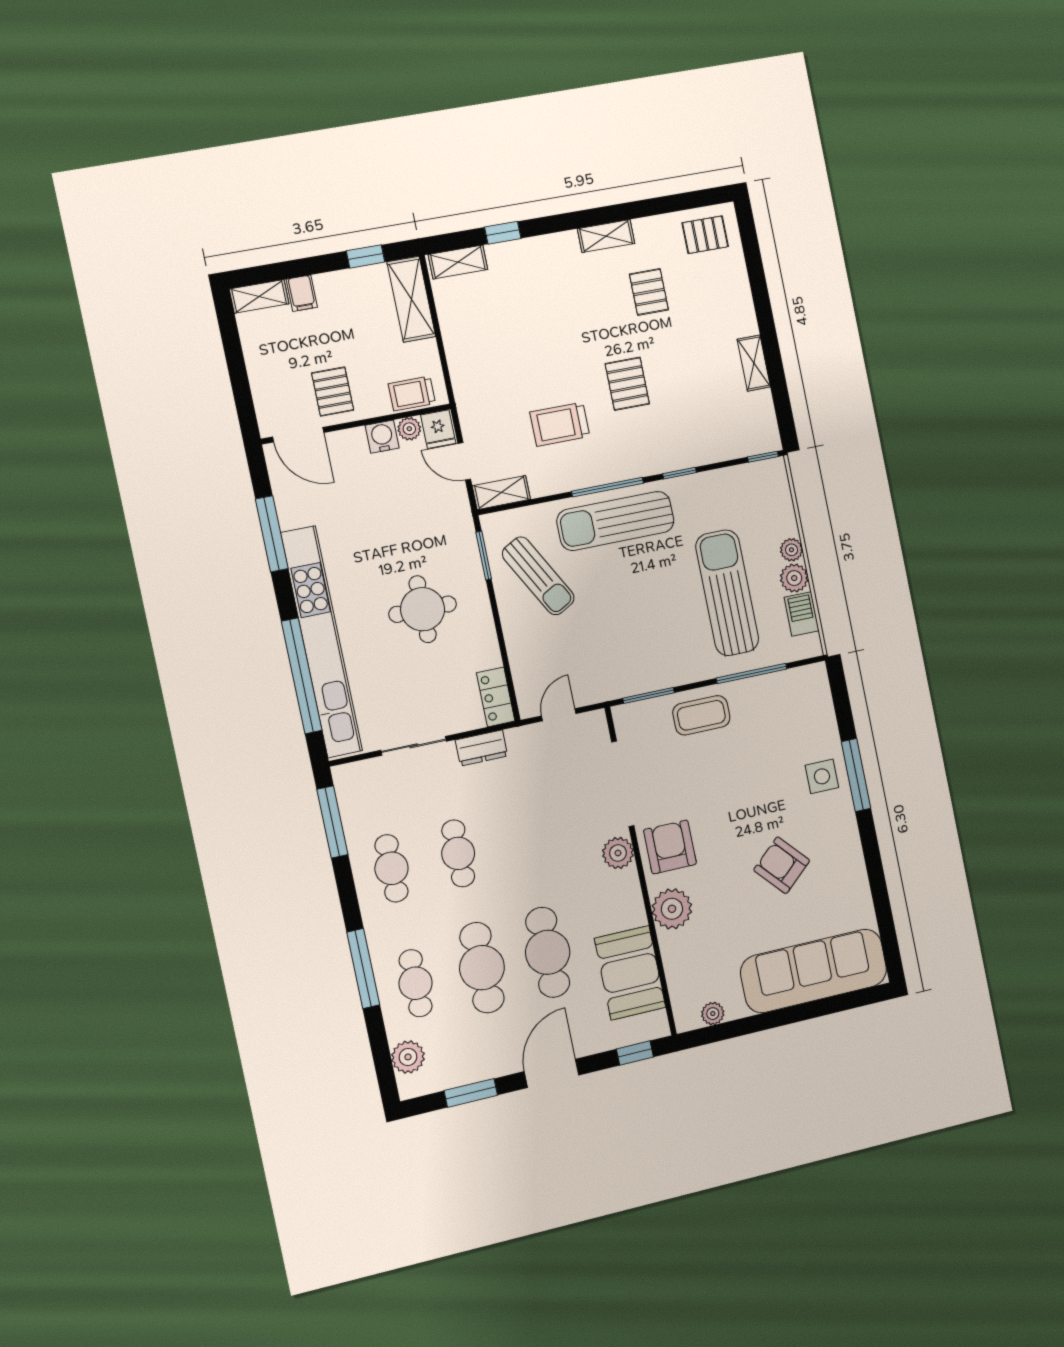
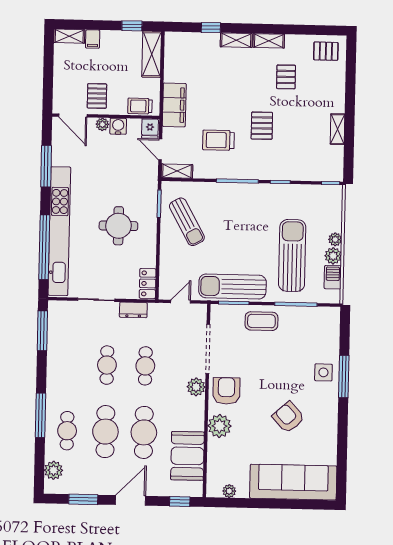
shelving: (458, 262) -> (236, 40), moved
filing cabinet: (471, 379) -> (174, 105), added
plant: (409, 429) -> (102, 124), moved
sun lounger: (616, 521) -> (232, 286), moved
cafe table: (391, 868) -> (145, 366), moved

